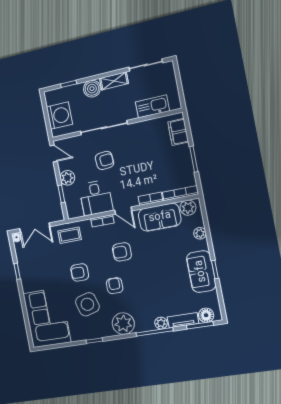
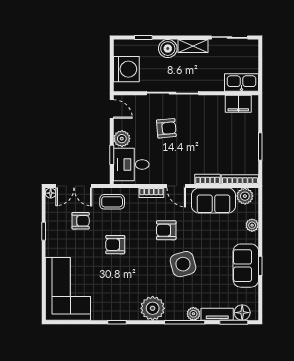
kitchen sink: (152, 107) -> (242, 82), moved
filing cabinet: (178, 132) -> (238, 104), moved, turned -90
desk: (96, 198) -> (131, 164), moved, turned 90
armchair: (115, 286) -> (81, 221), moved, turned 90
side table: (87, 304) -> (183, 264), moved

